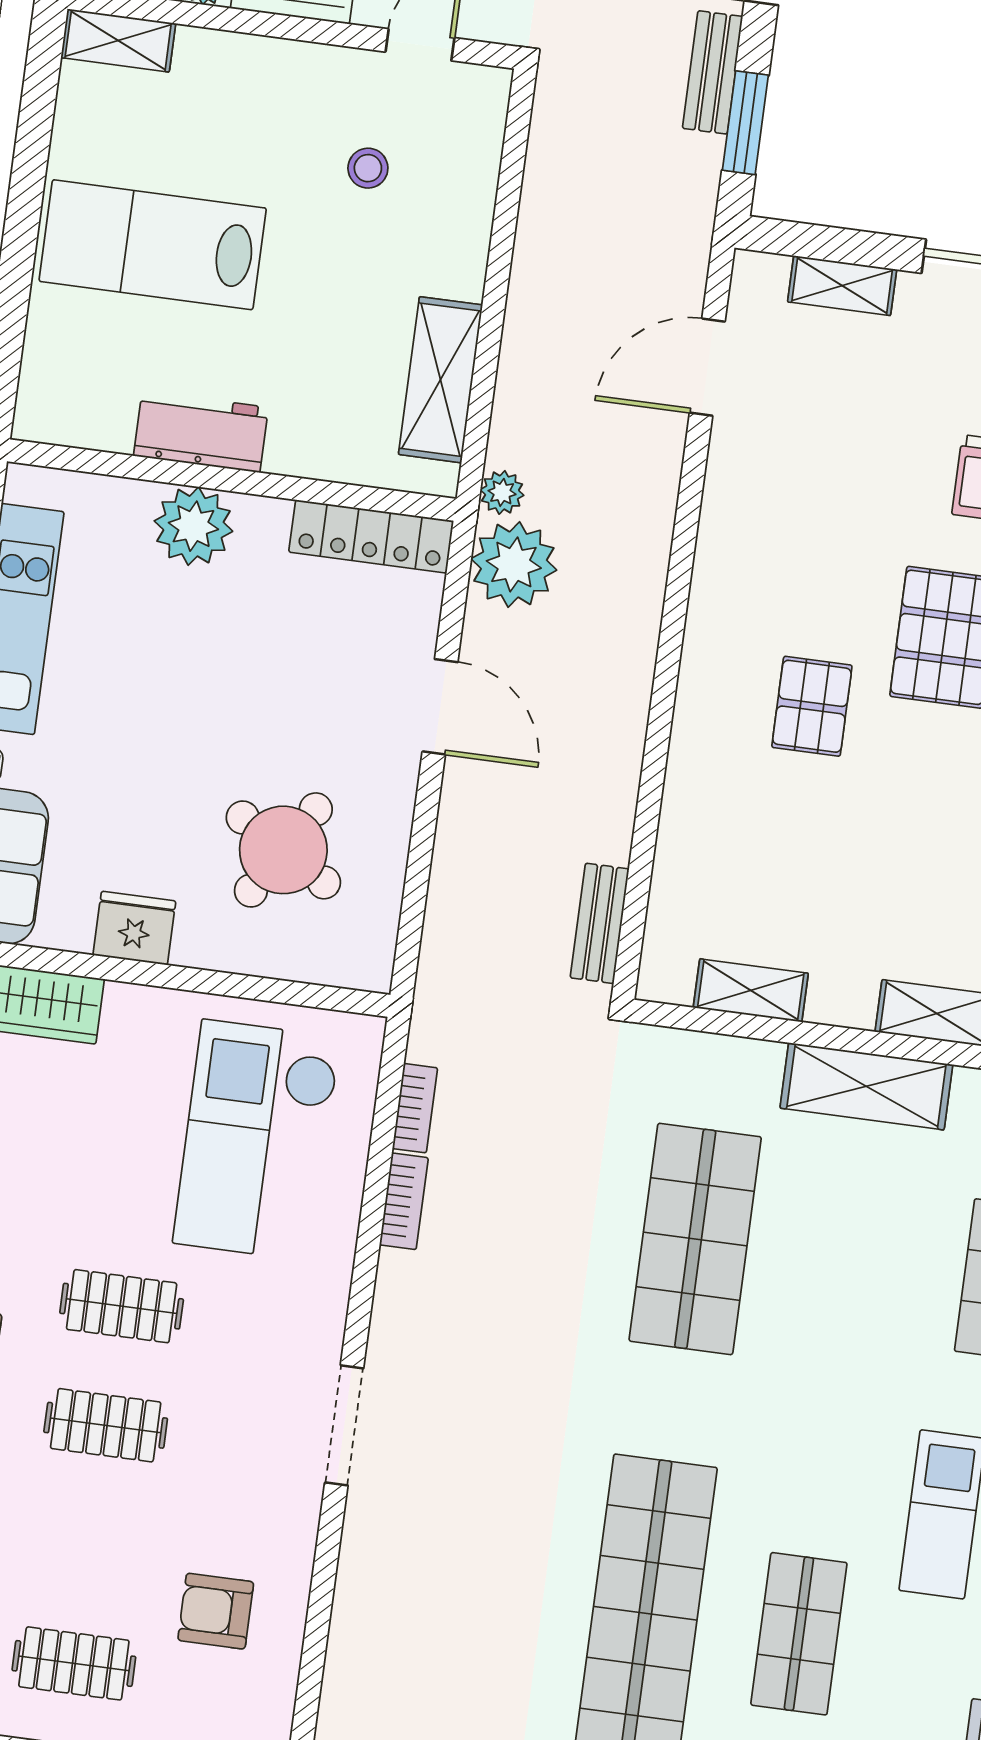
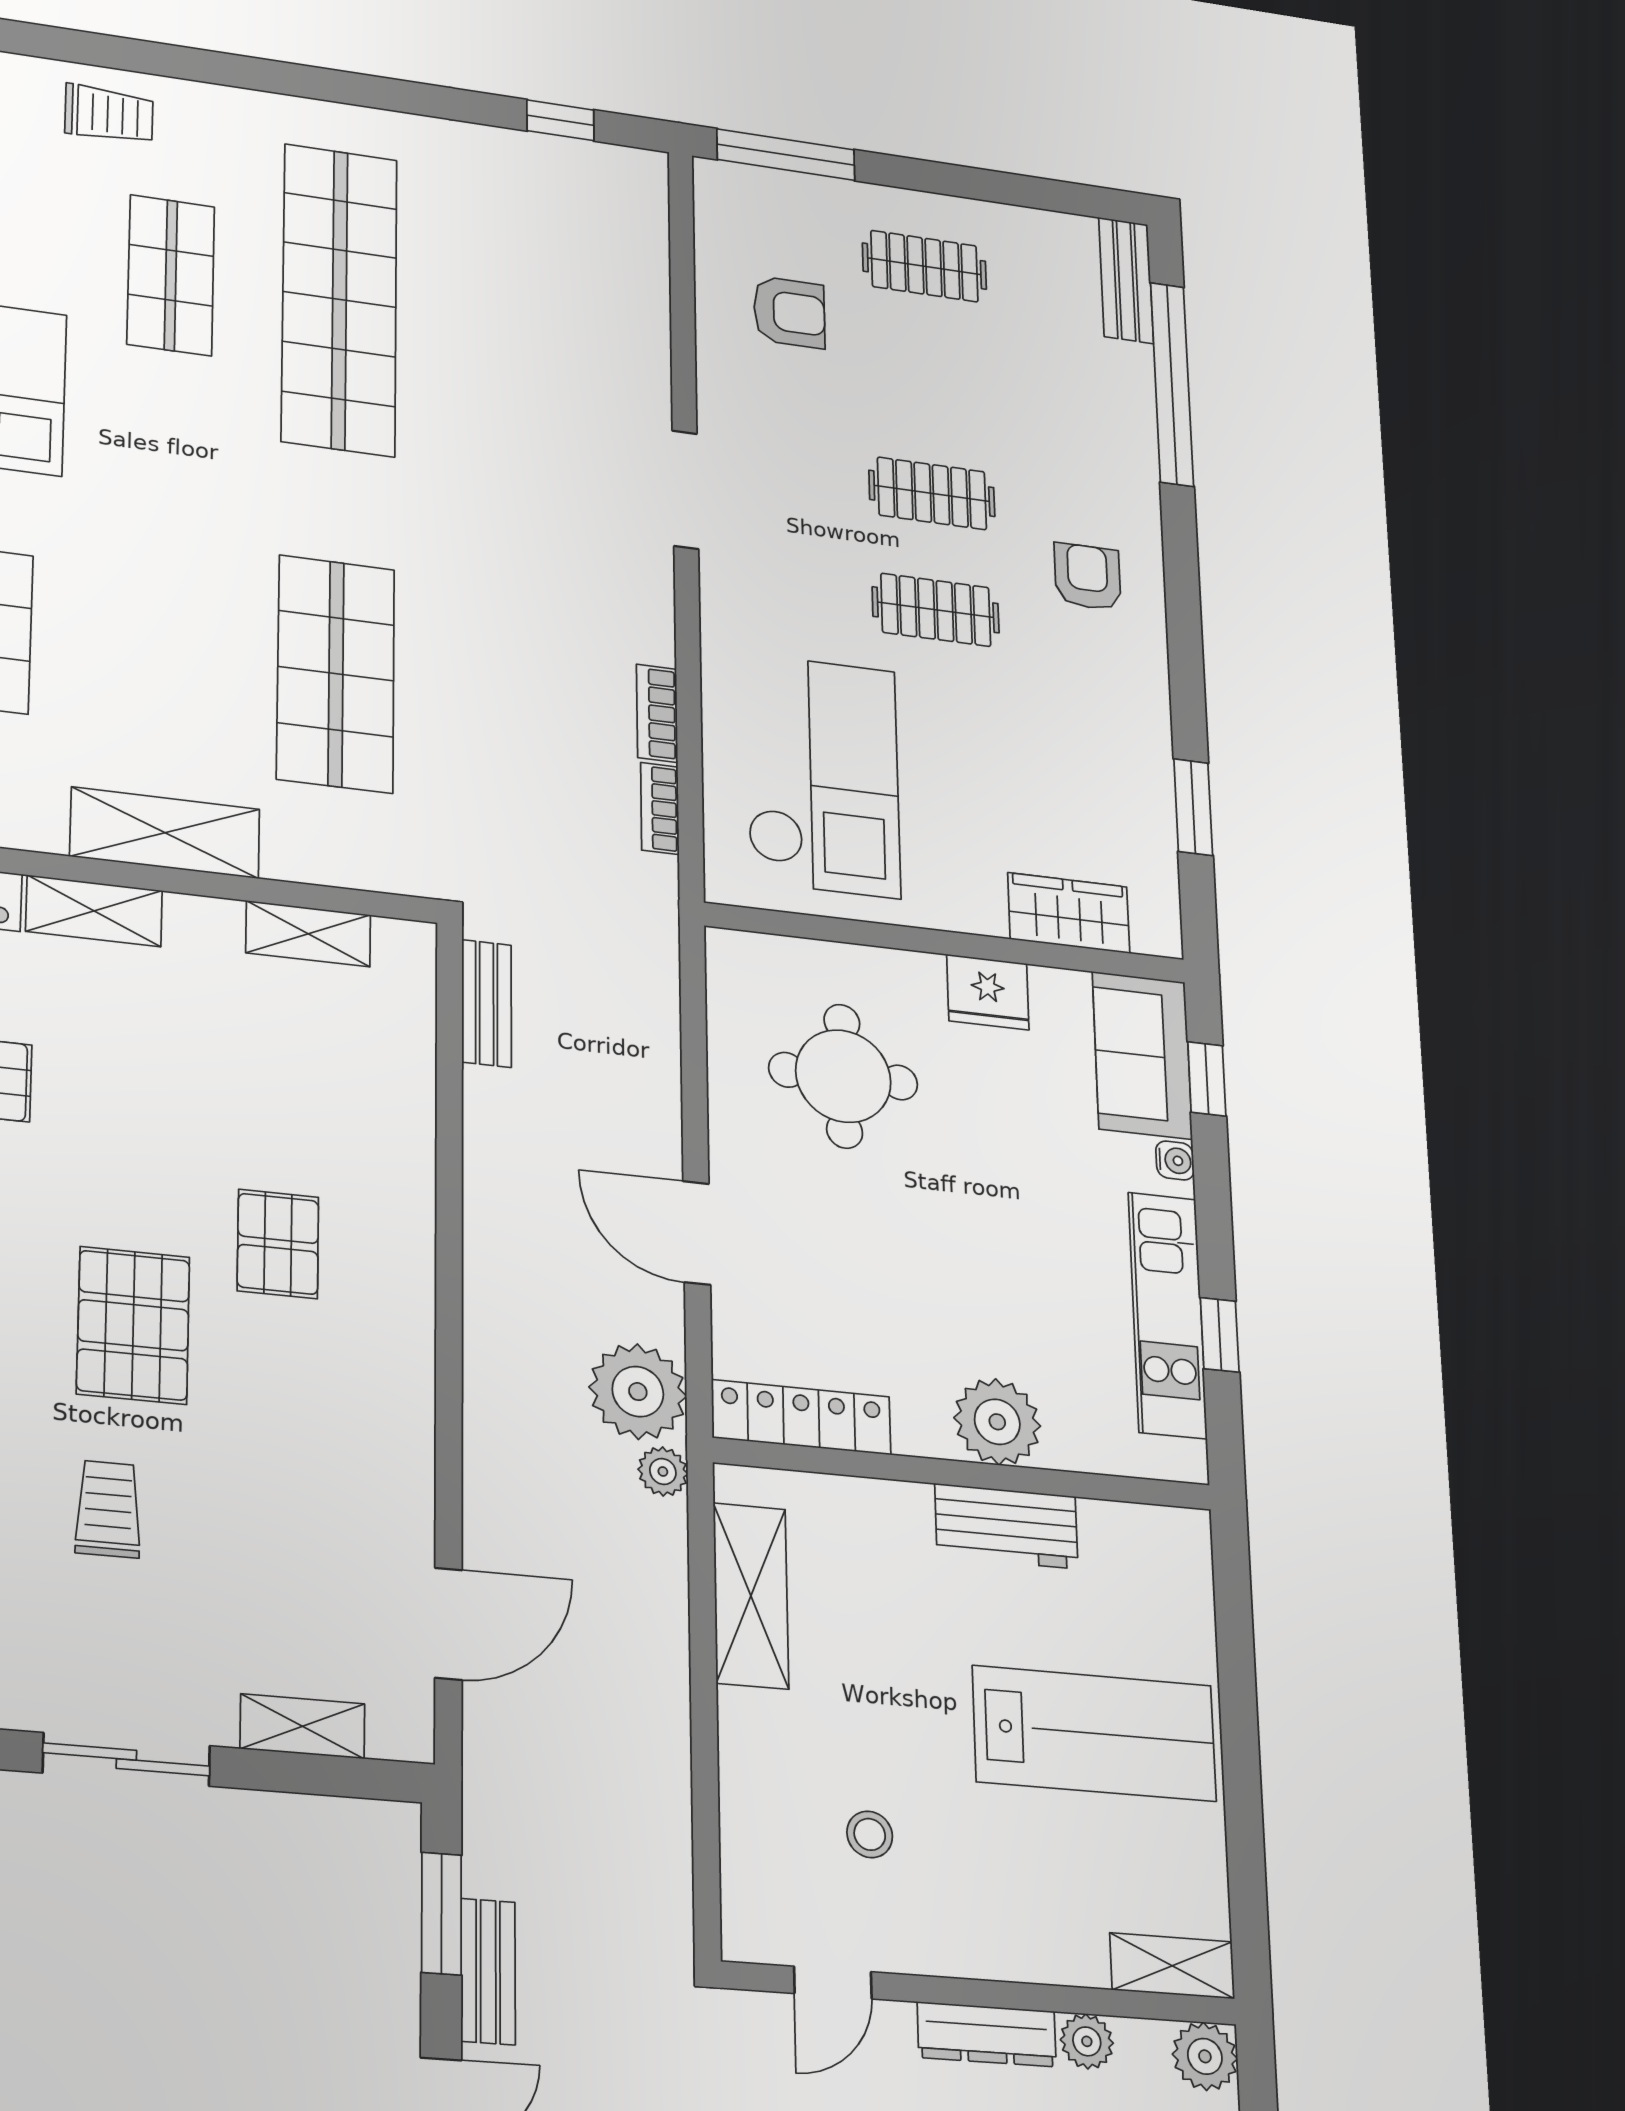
round table: (283, 850) -> (843, 1076), turned -31

